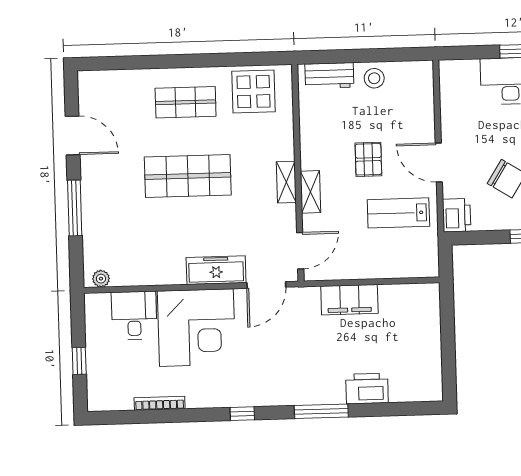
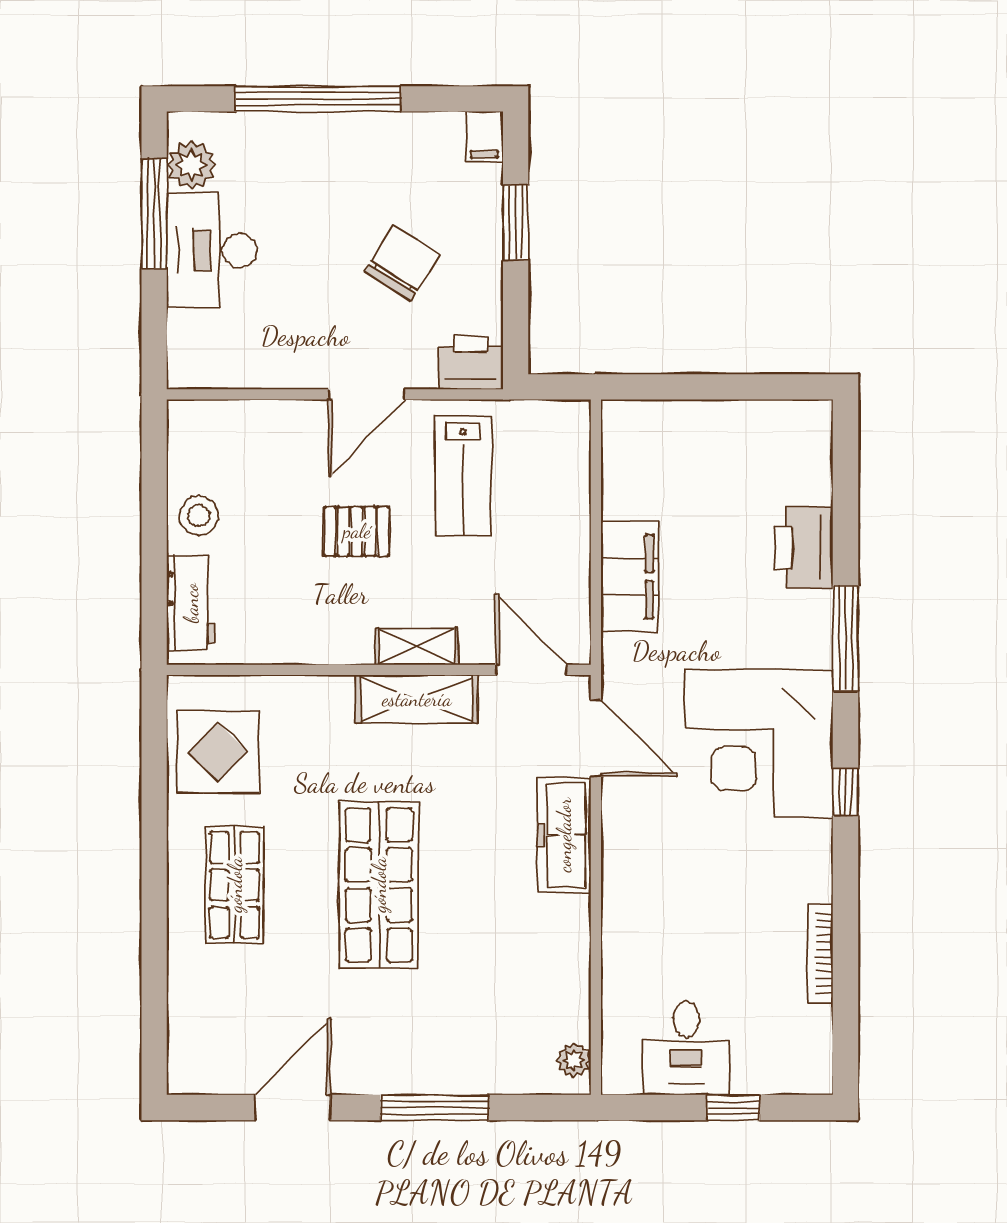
shelving: (286, 182) -> (417, 699), width x1.50, depth x1.33
desk: (134, 315) -> (686, 1048), moved, turned -90
corner desk: (196, 328) -> (759, 743), moved, turned 180

